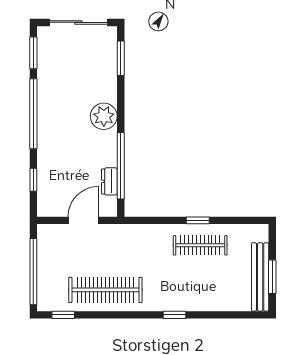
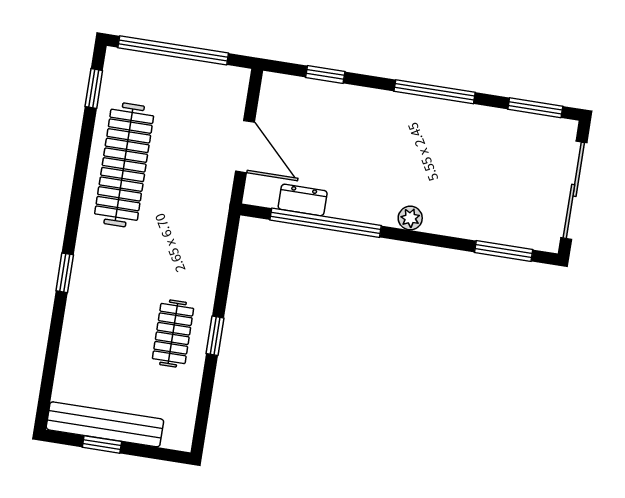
window: (33, 114) -> (435, 92), width x0.68
plant: (104, 116) -> (410, 218), width x0.53, depth x0.53
clothes rail: (200, 245) -> (173, 333), width x0.73
window: (272, 277) -> (102, 444), width x0.67

